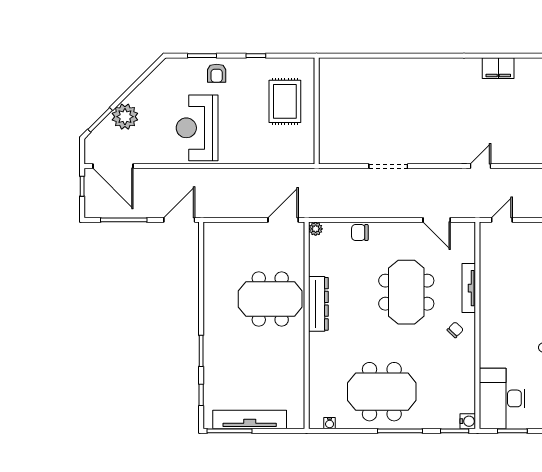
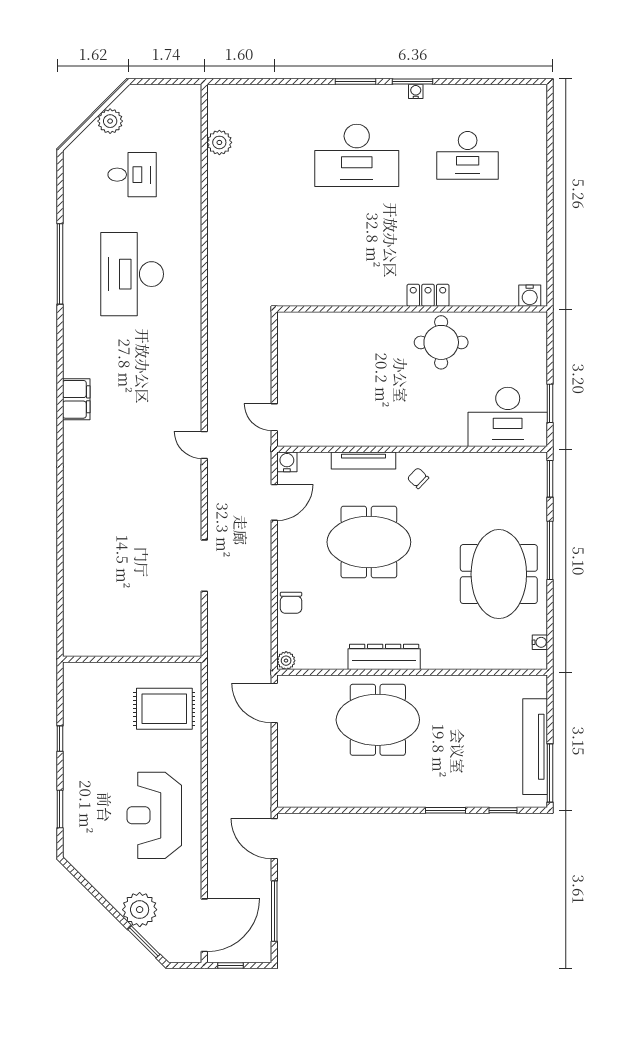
filing cabinet: (498, 68) -> (76, 399), moved
armchair: (217, 73) -> (83, 790), removed
rug: (285, 101) -> (164, 709), moved
reception desk: (197, 128) -> (154, 815), turned 90
meeting table: (270, 299) -> (378, 720), turned 90
water cooler: (468, 421) -> (287, 462), moved

